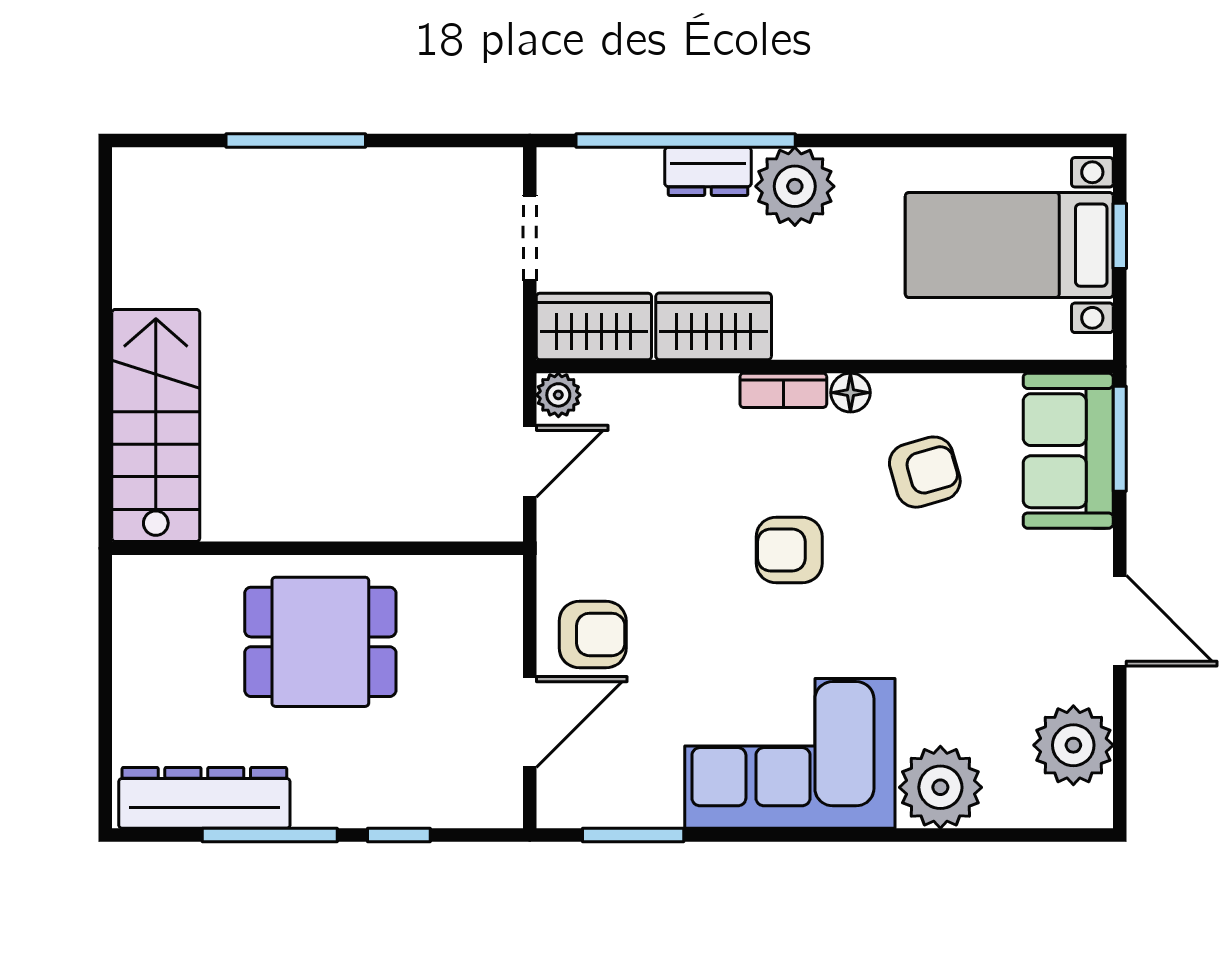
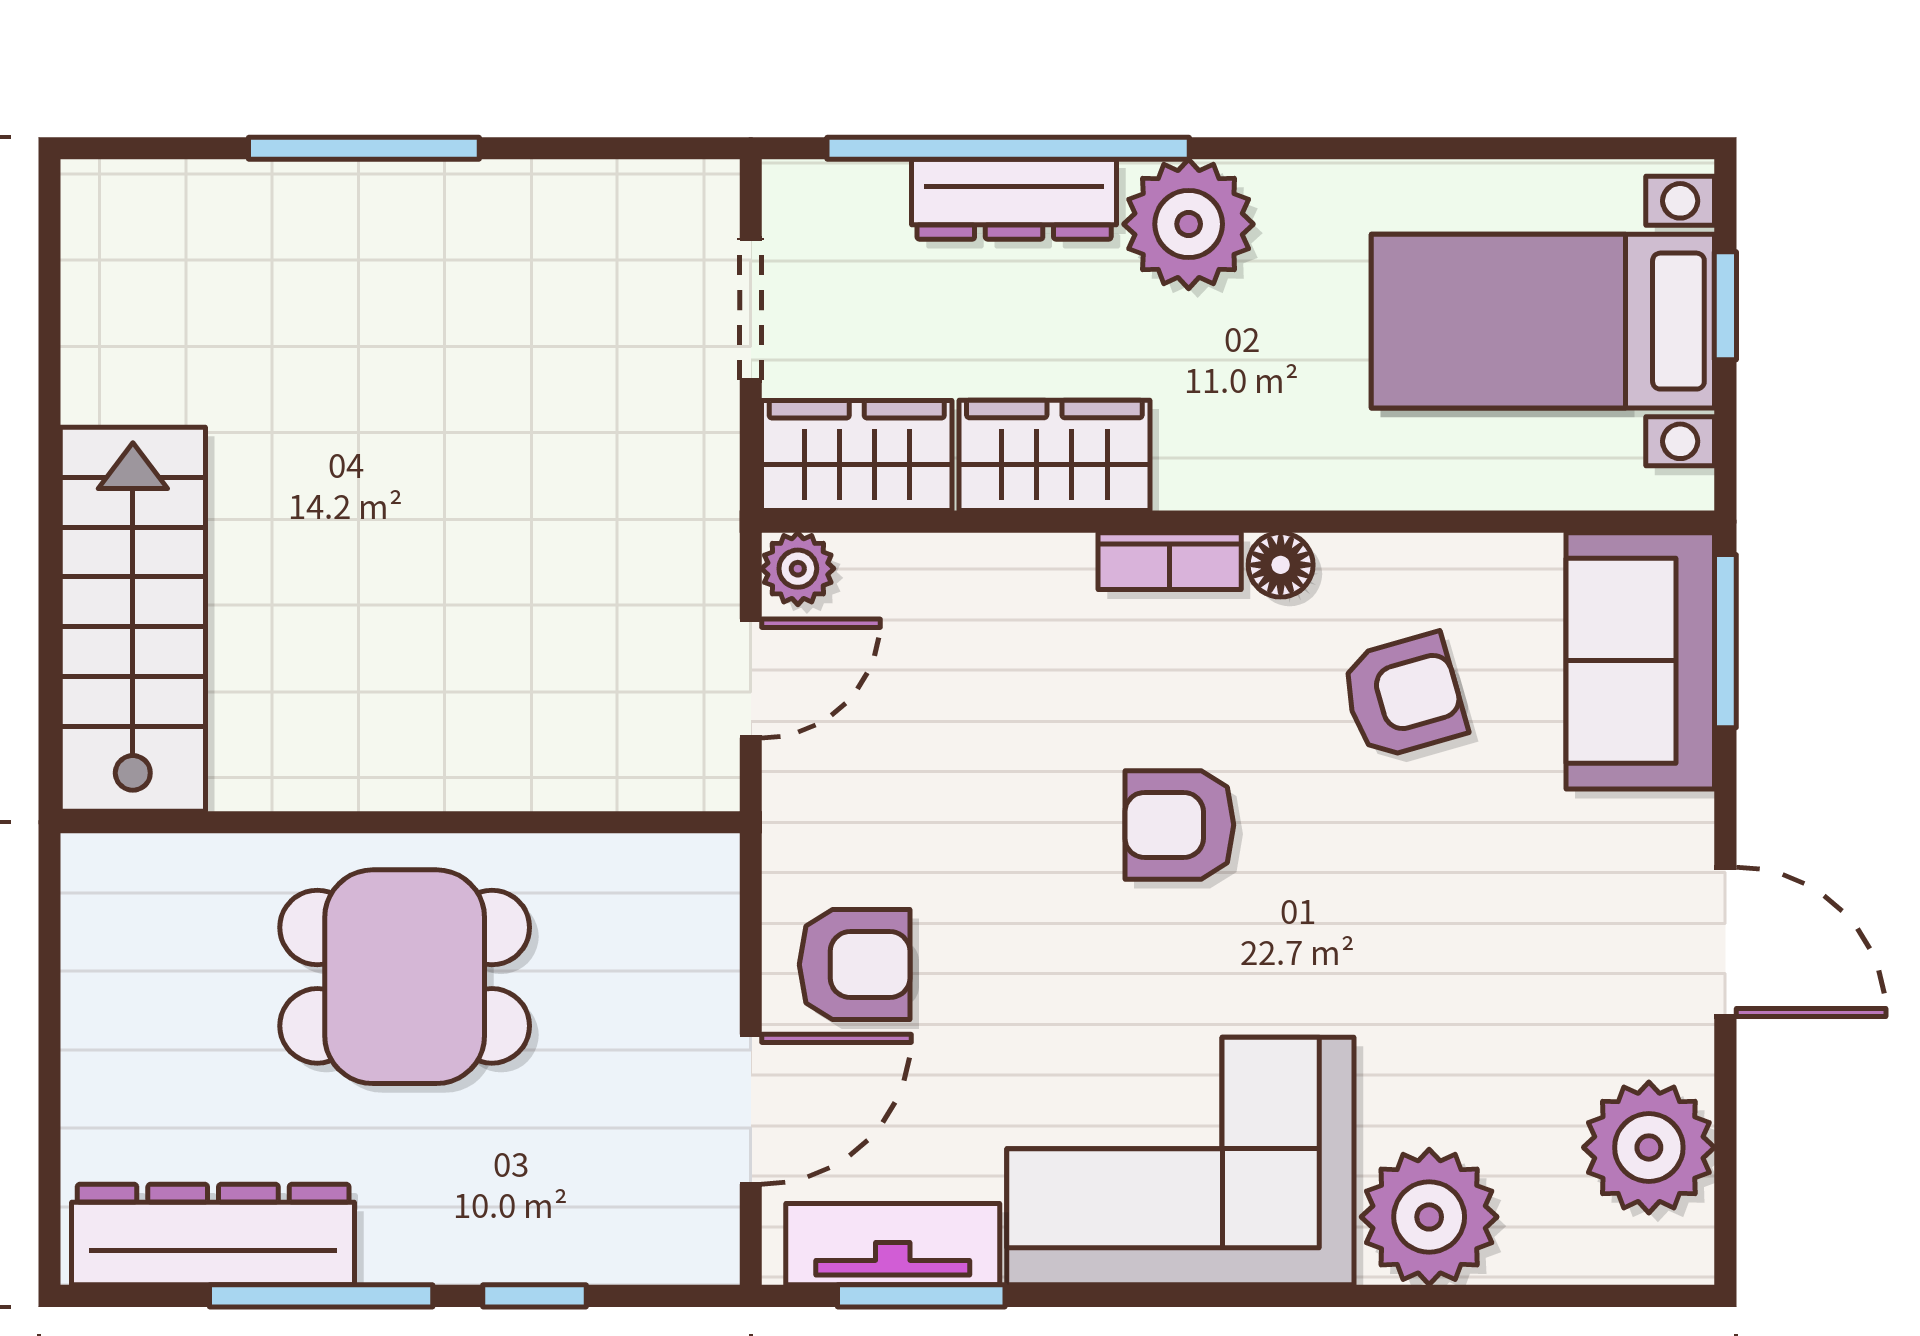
dresser: (708, 171) -> (1014, 199), width x1.44
tv unit: (616, 804) -> (893, 1244), added

